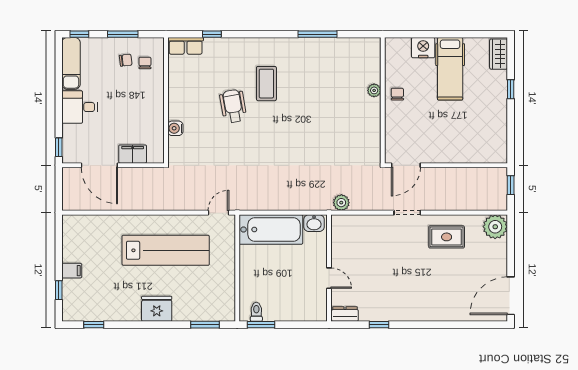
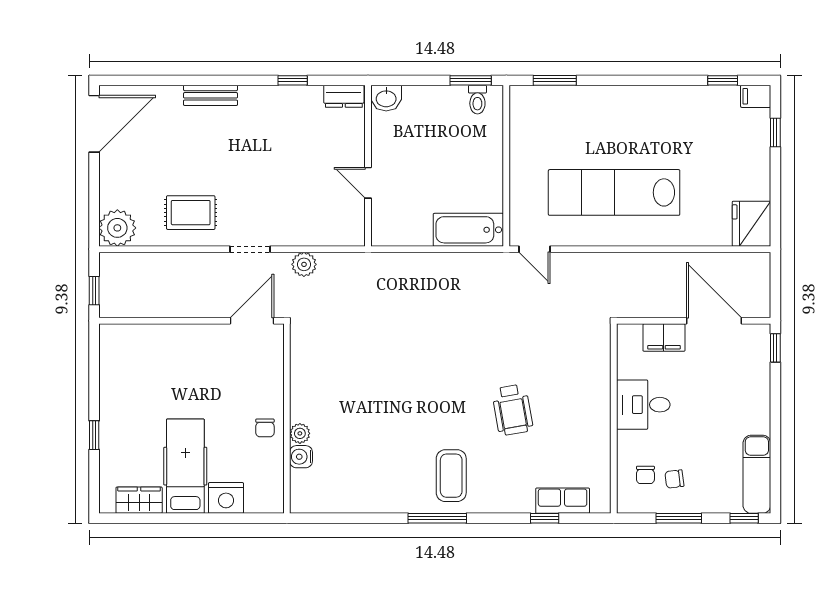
window: (318, 34) -> (437, 518), moved
row of seats: (186, 46) -> (563, 501), moved
wardrobe: (499, 54) -> (139, 500), moved, turned -90
coffee table: (266, 84) -> (451, 476), moved
desk: (80, 107) -> (643, 405), moved, turned 180
water cooler: (175, 128) -> (301, 457), moved, turned 180
plant: (341, 203) -> (304, 264), moved
door: (219, 213) -> (534, 249), hinge flipped
washbasin: (314, 223) -> (386, 98), moved, turned 180
bathtub: (271, 229) -> (468, 230), width x0.73, depth x0.73
filing cabinet: (72, 271) -> (756, 96), moved
door: (329, 278) -> (368, 183), moved
fridge: (157, 309) -> (751, 224), moved, turned 90
bench: (433, 315) -> (211, 95), added

